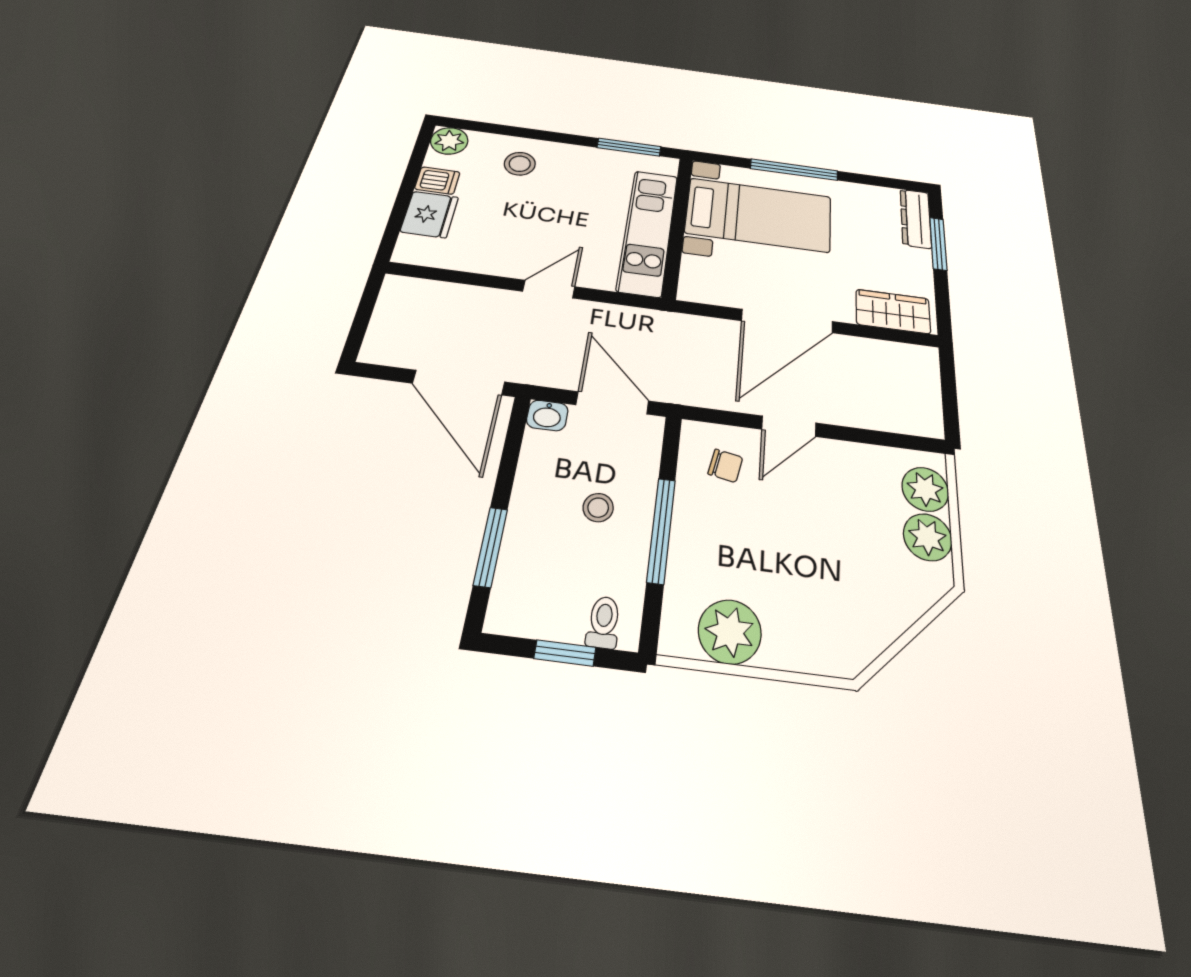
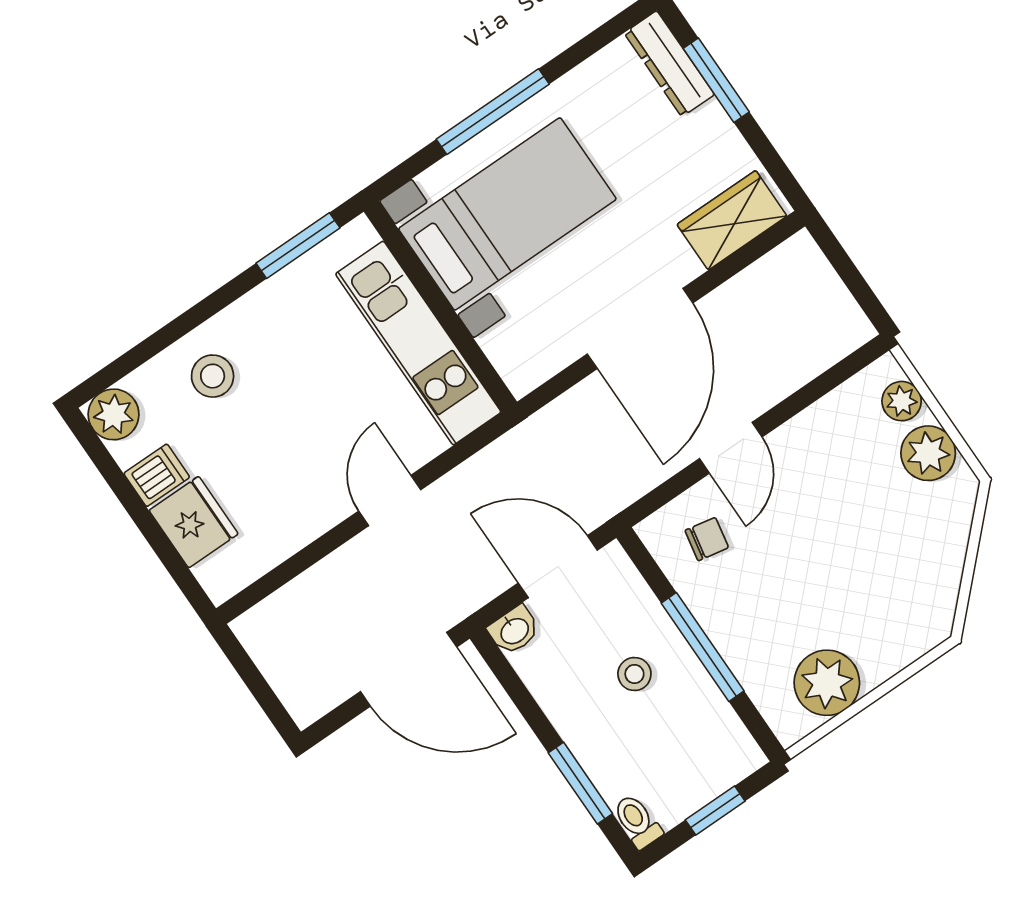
plant: (925, 489) -> (902, 401), width x0.73, depth x0.73
toilet: (604, 622) -> (637, 821), moved

